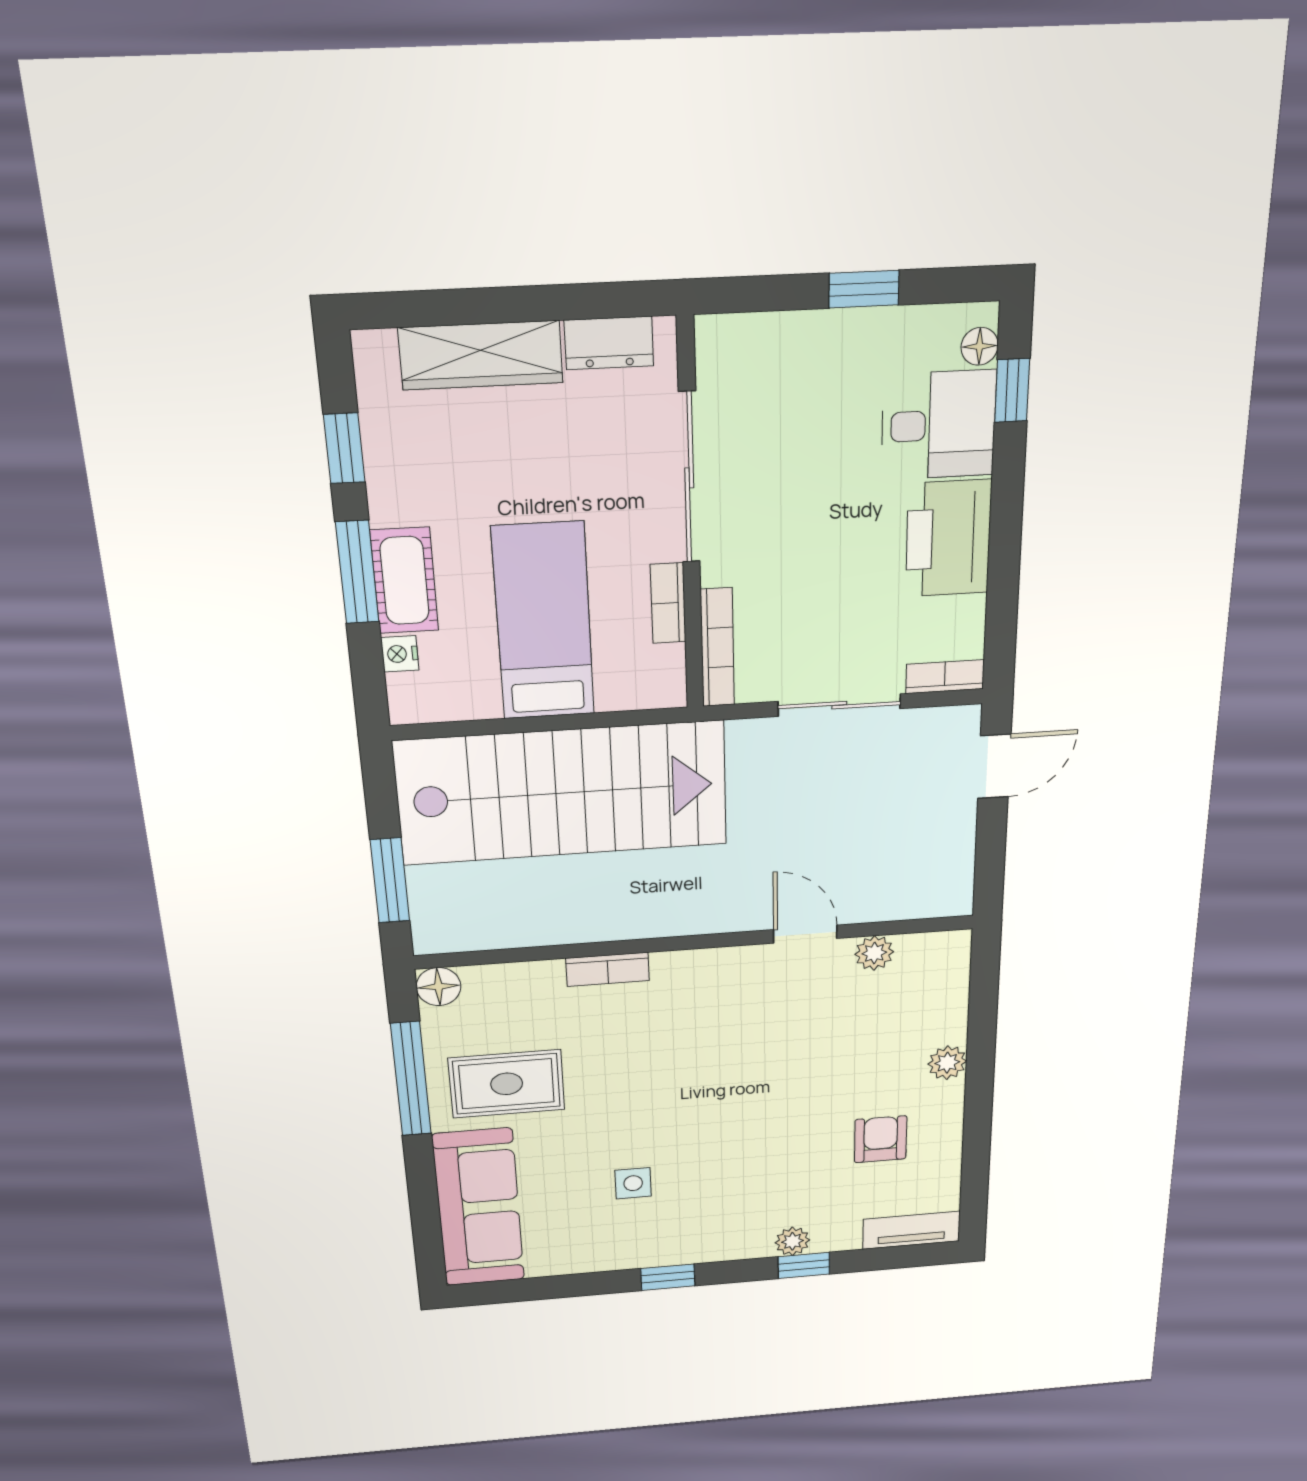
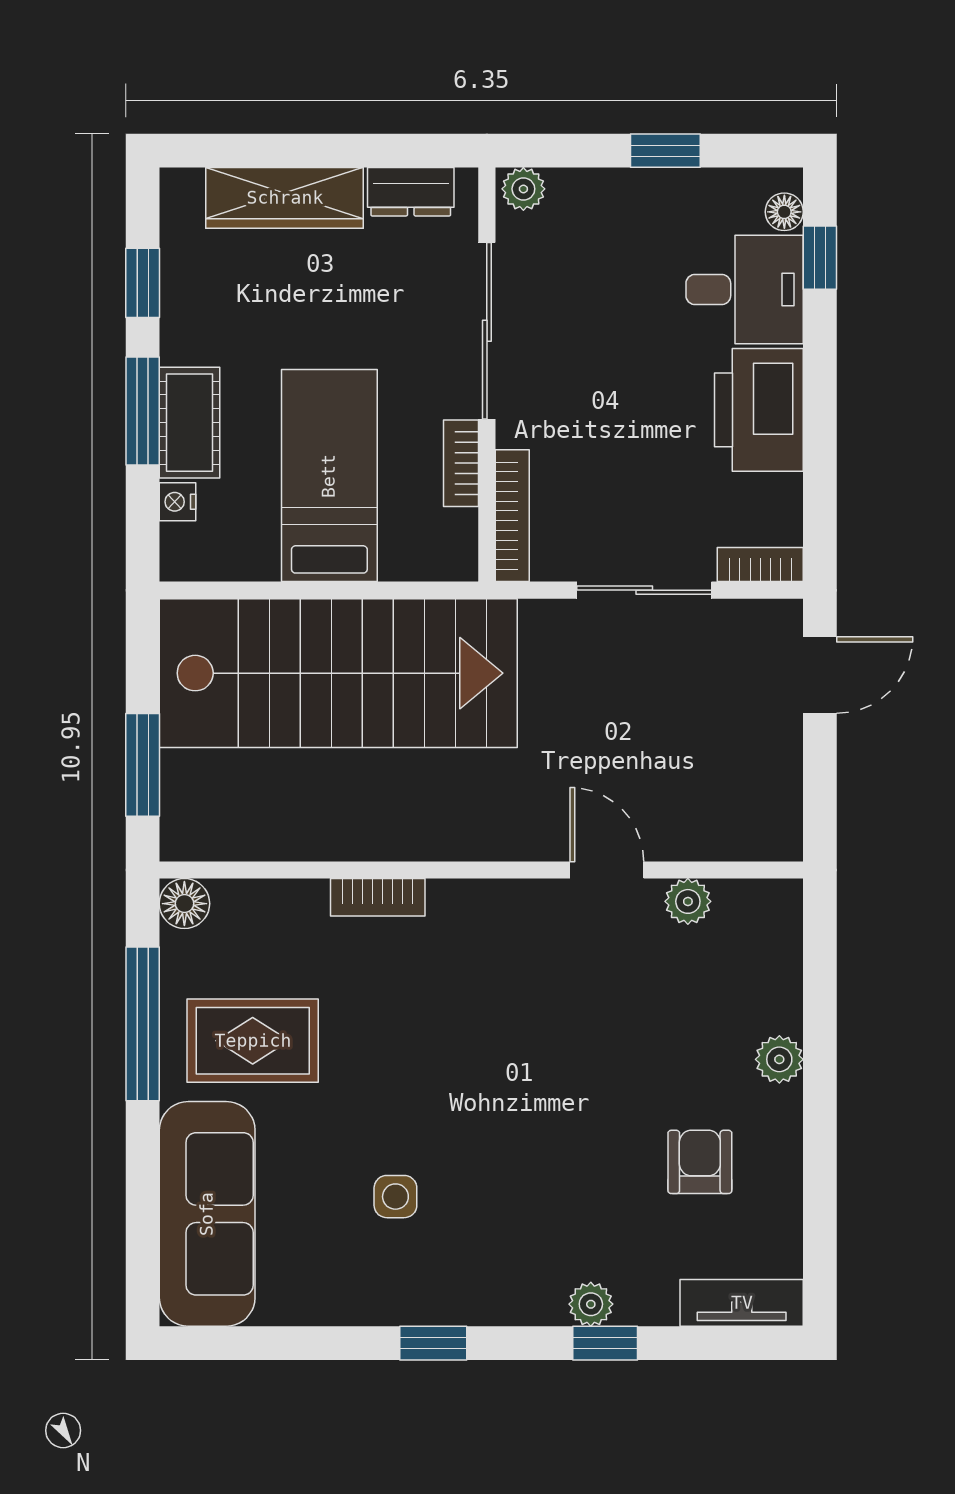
plant: (722, 335) -> (523, 189), added

